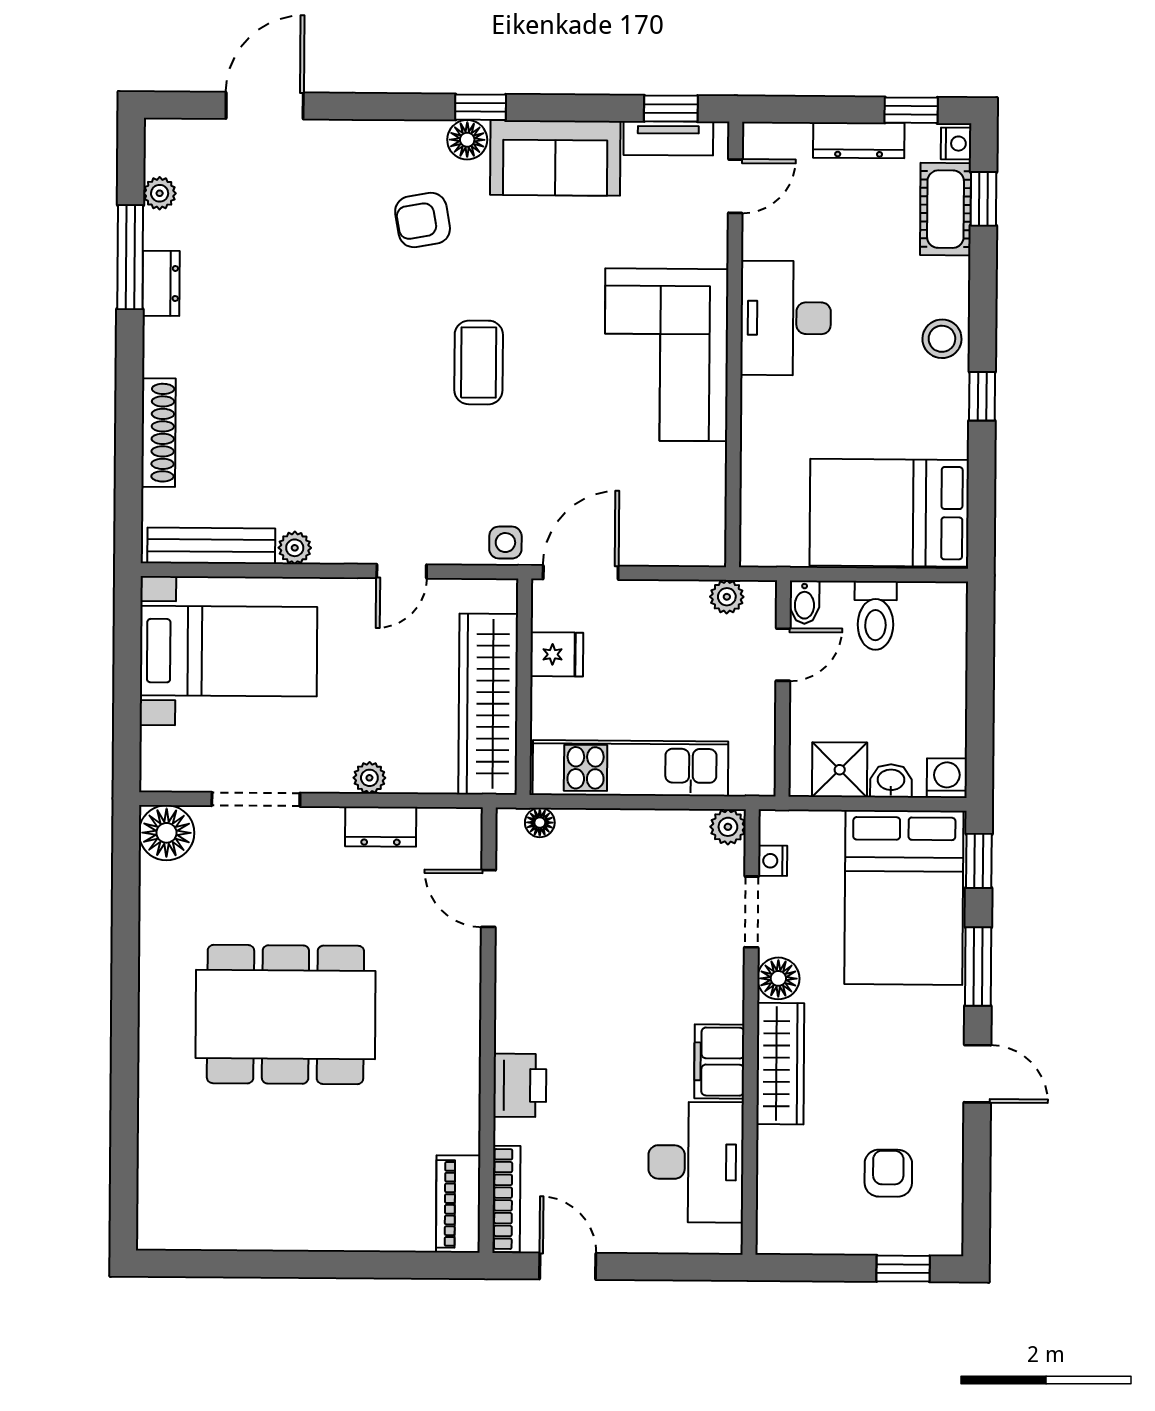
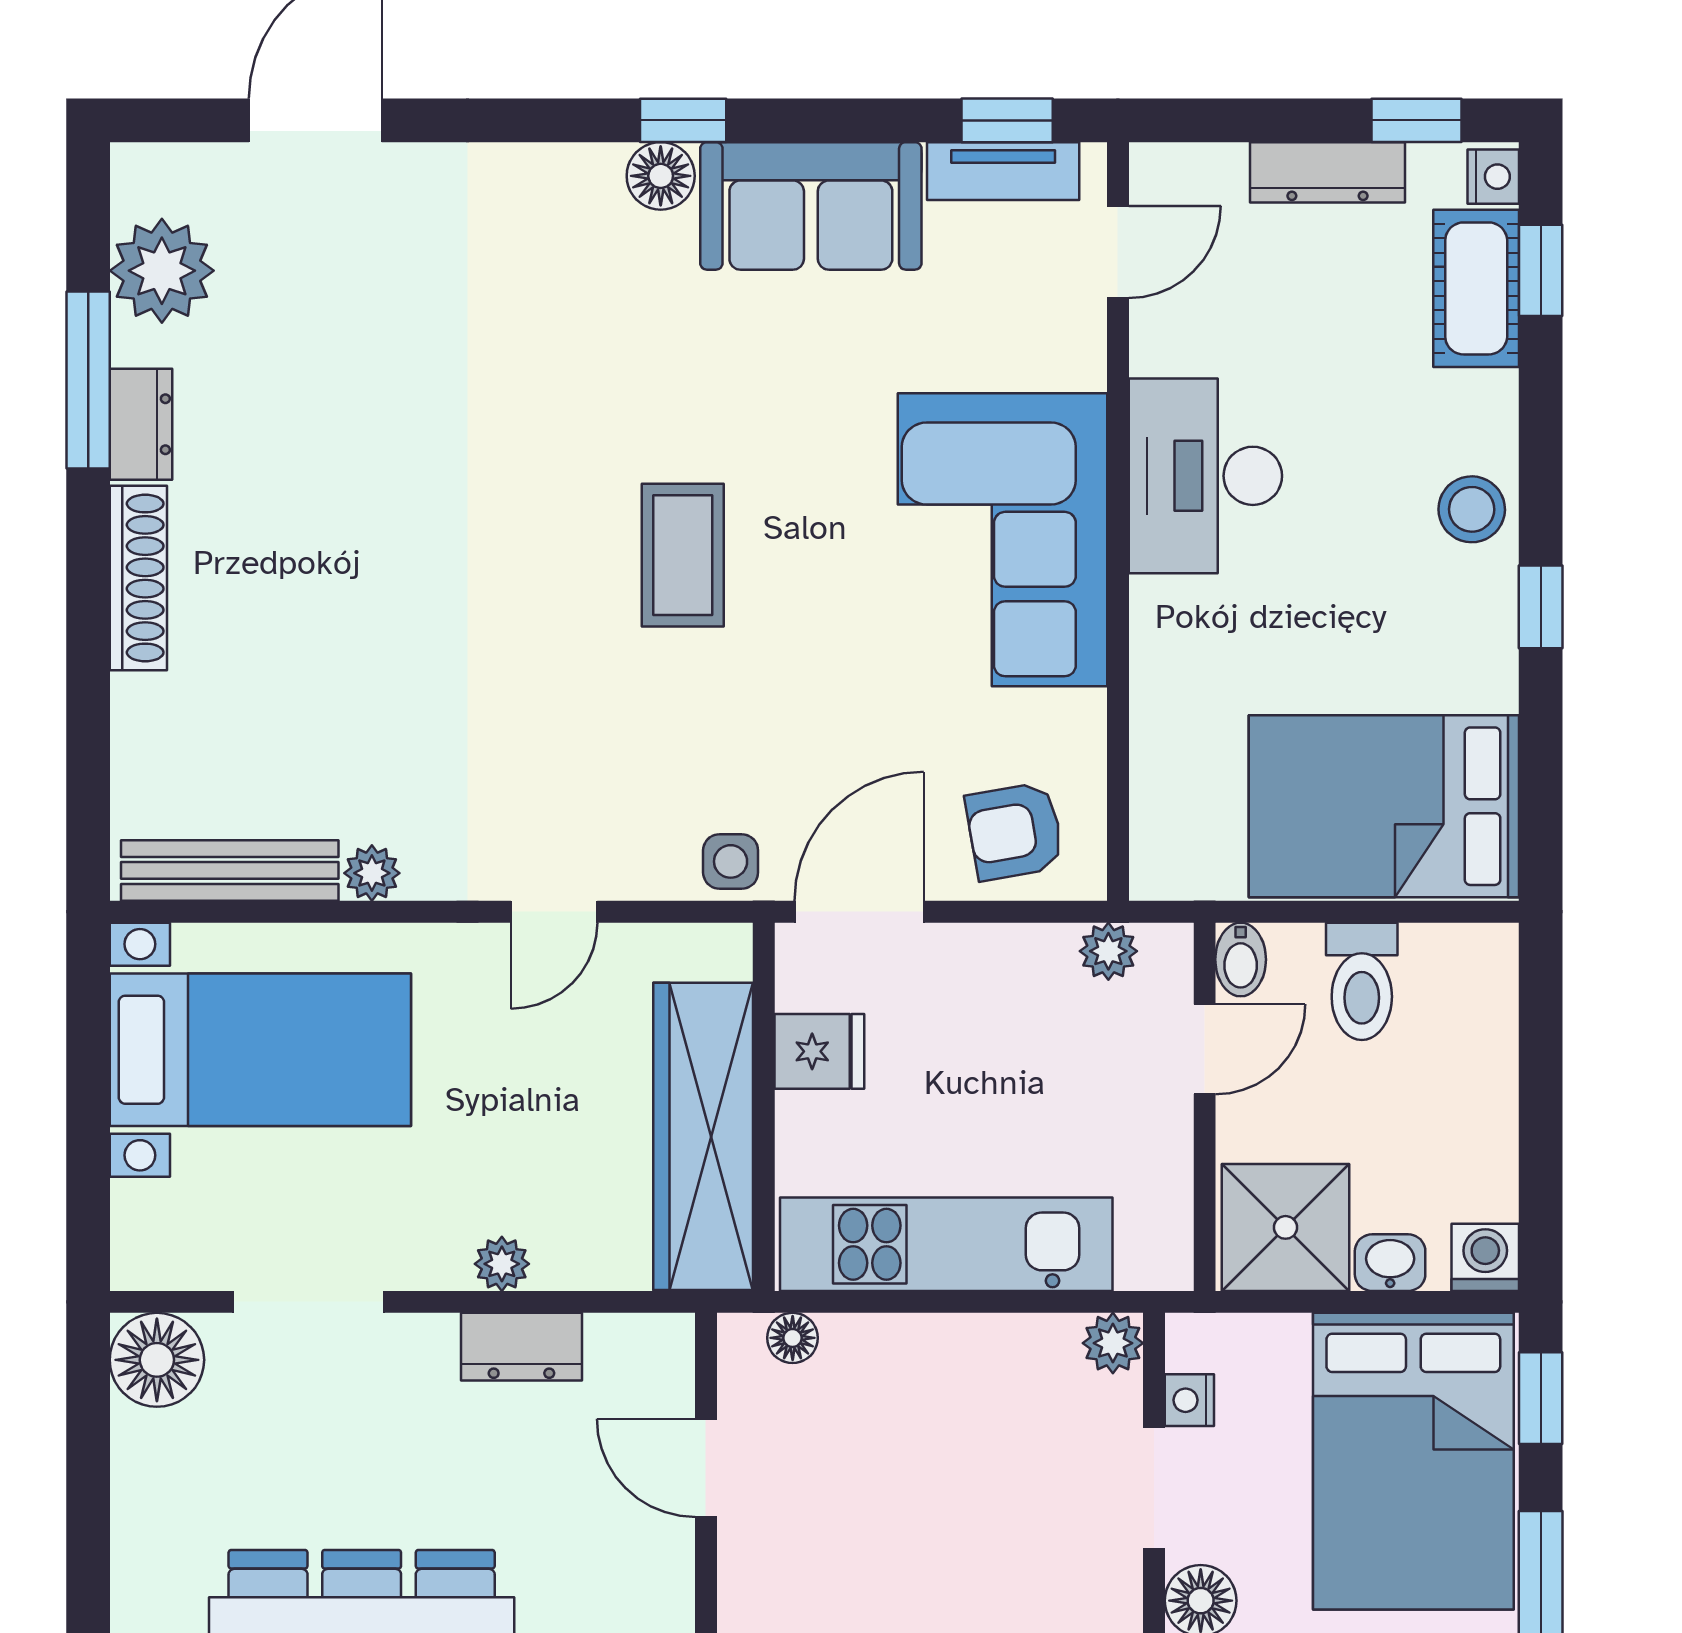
plant: (160, 193) -> (162, 271), width x1.87, depth x1.87
armchair: (423, 220) -> (1015, 831), moved
shoe rack: (158, 433) -> (138, 578), moved
shower: (840, 770) -> (1286, 1227), width x1.36, depth x1.36

